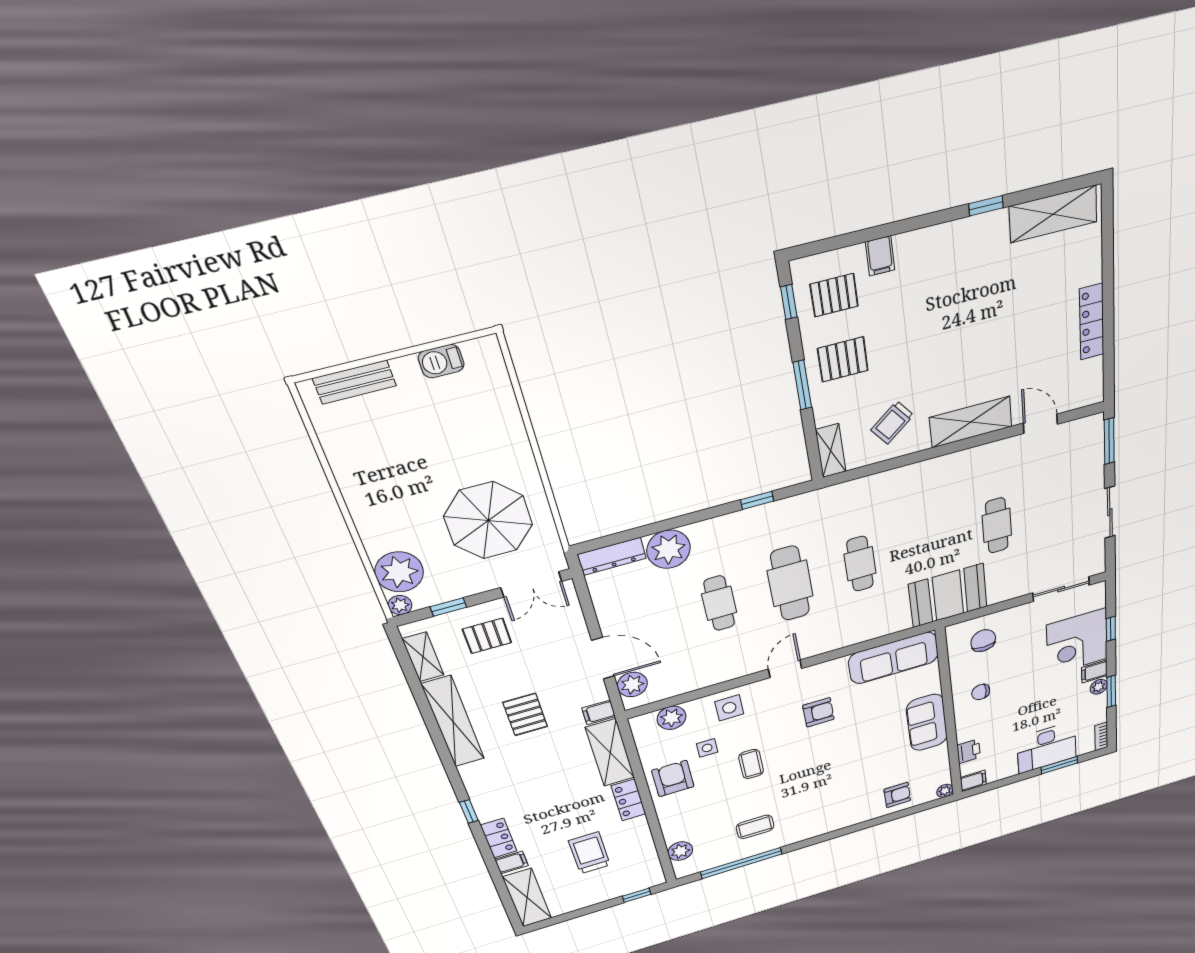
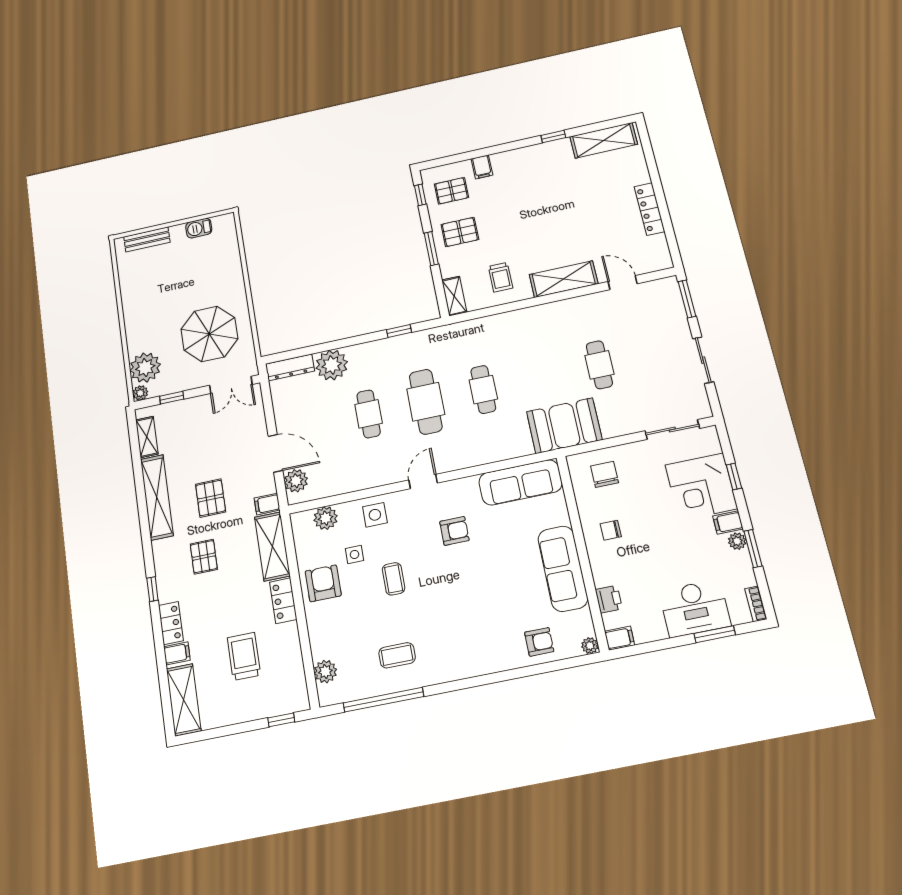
trolley: (892, 423) -> (501, 277), turned -52
pallet: (487, 636) -> (204, 557), moved, turned 90
sofa: (927, 723) -> (563, 569), width x1.36

